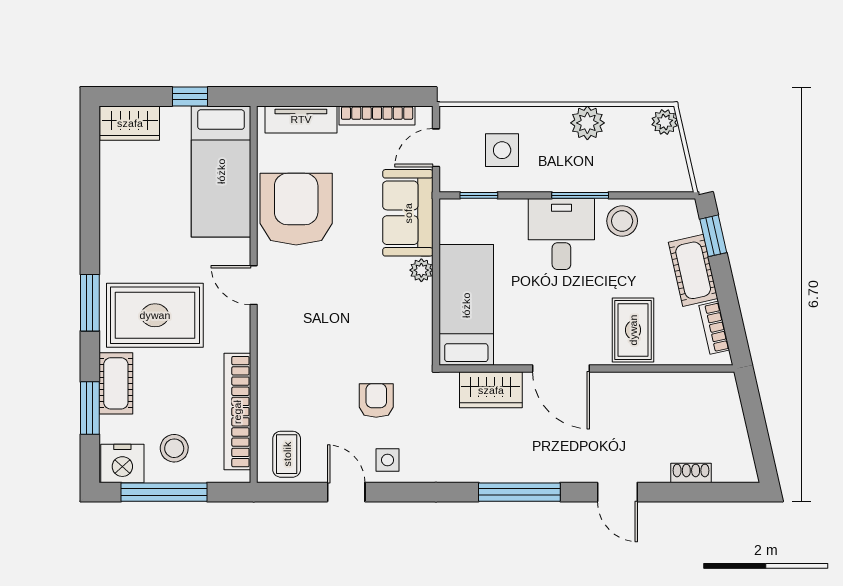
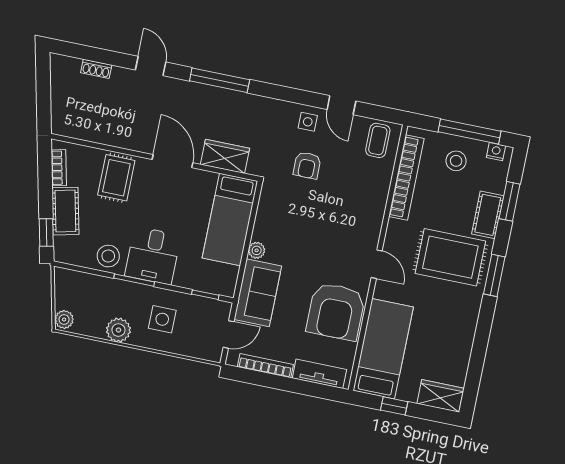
side table: (502, 150) -> (162, 319), moved
nightstand: (122, 463) -> (496, 152), width x0.53, depth x0.56

